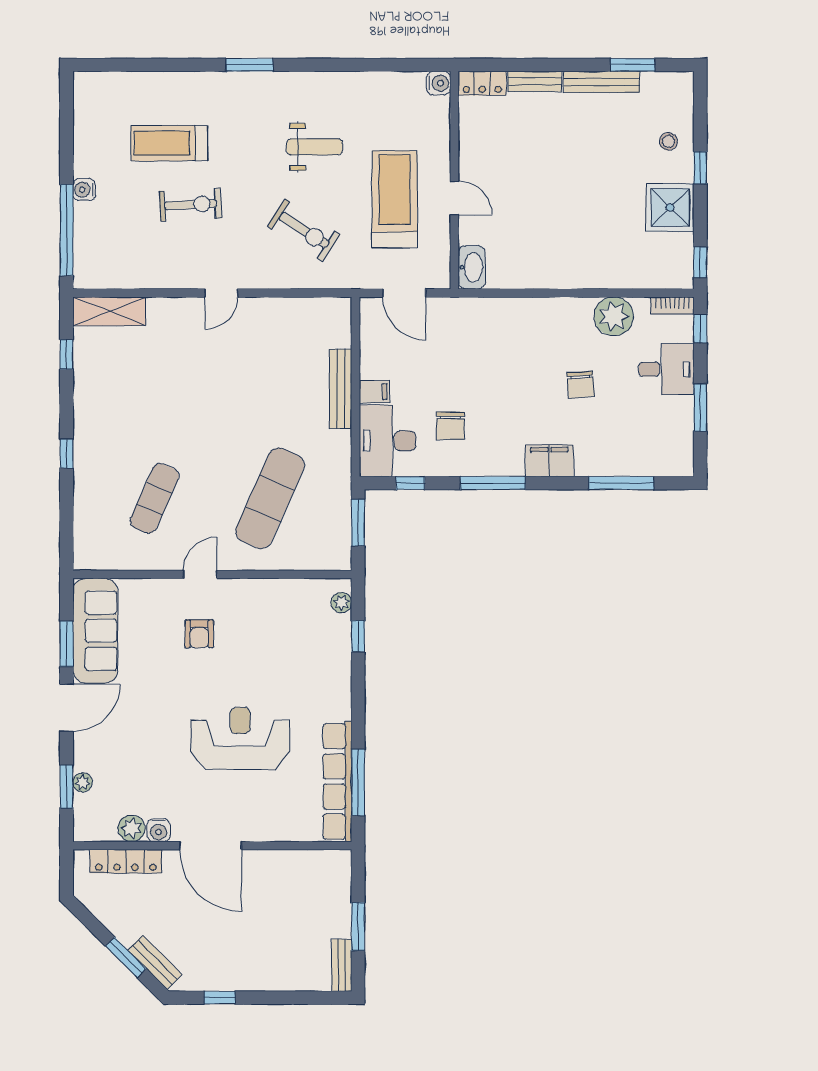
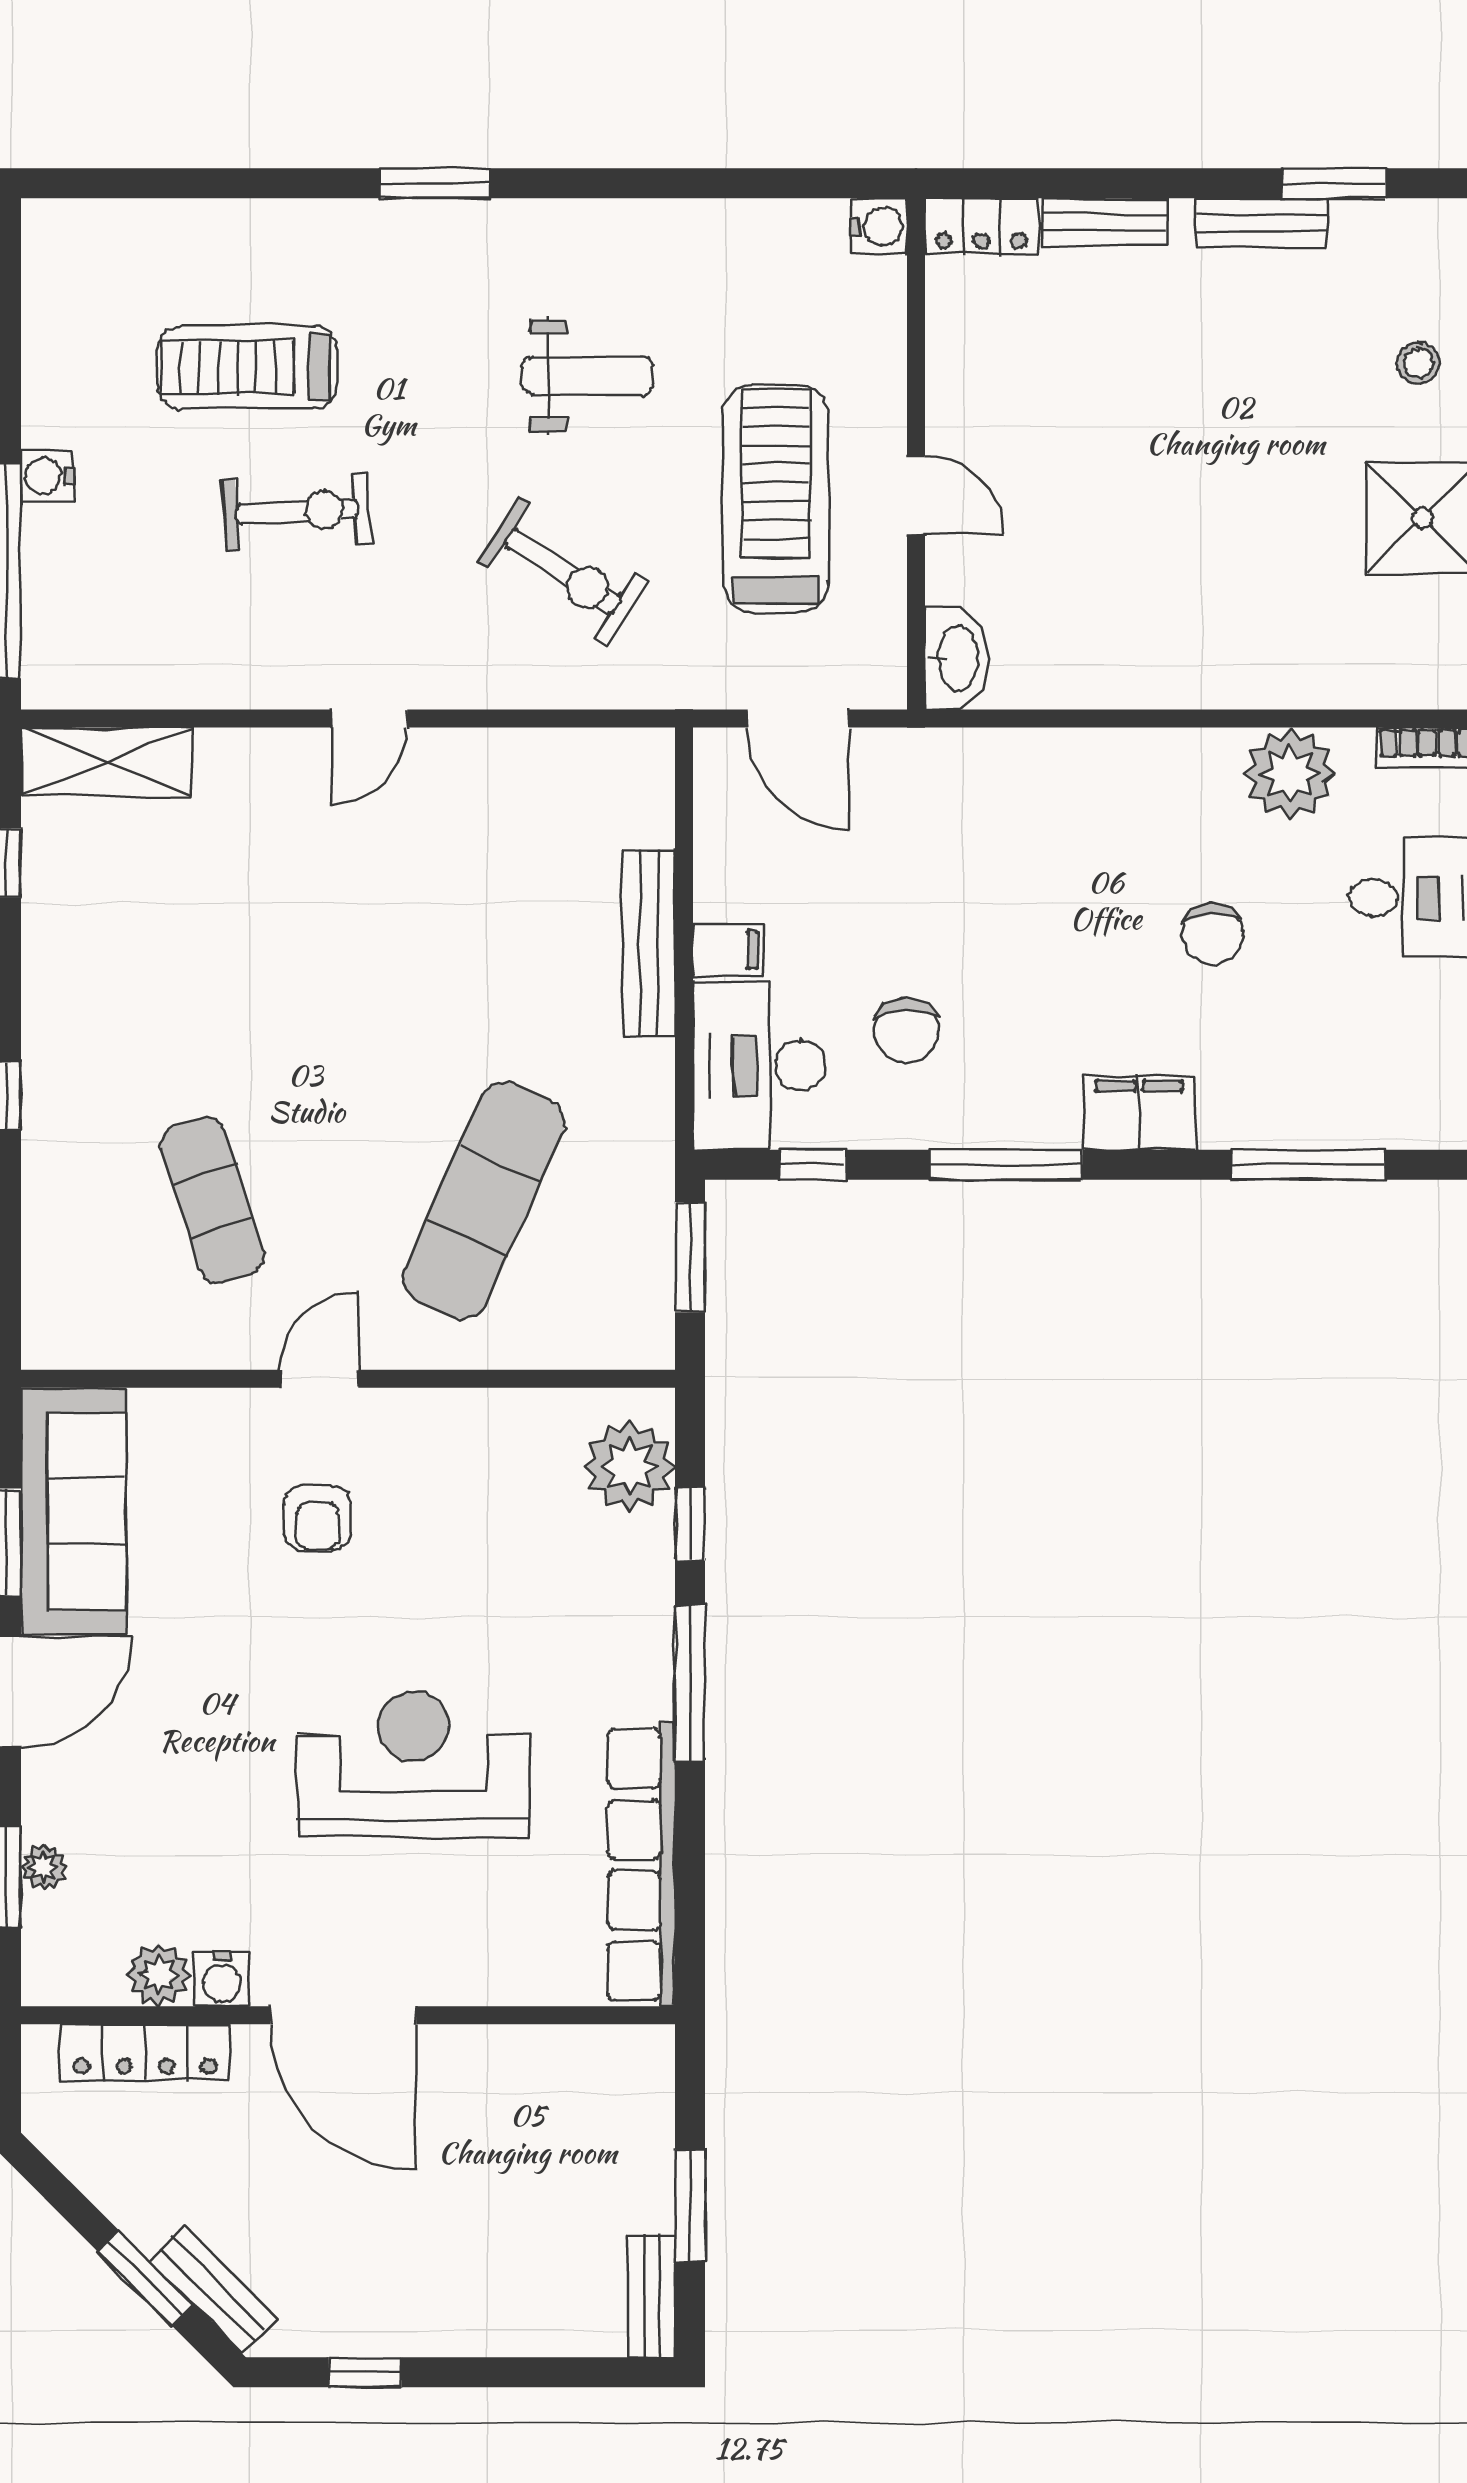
bench: (602, 82) -> (1262, 223), width x0.73
exercise mat: (155, 498) -> (212, 1200), turned -42
plant: (341, 603) -> (630, 1466), width x1.87, depth x1.87
window: (358, 782) -> (690, 1683), moved

